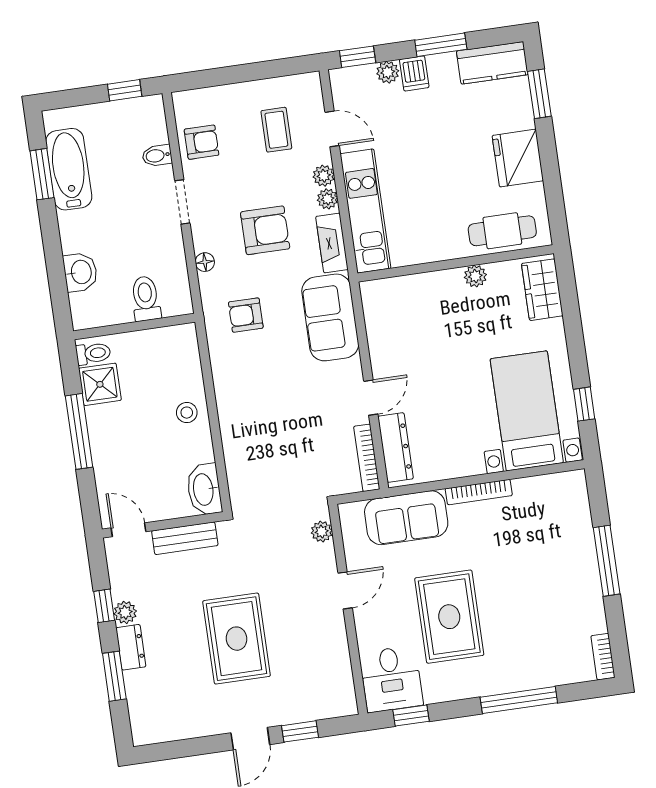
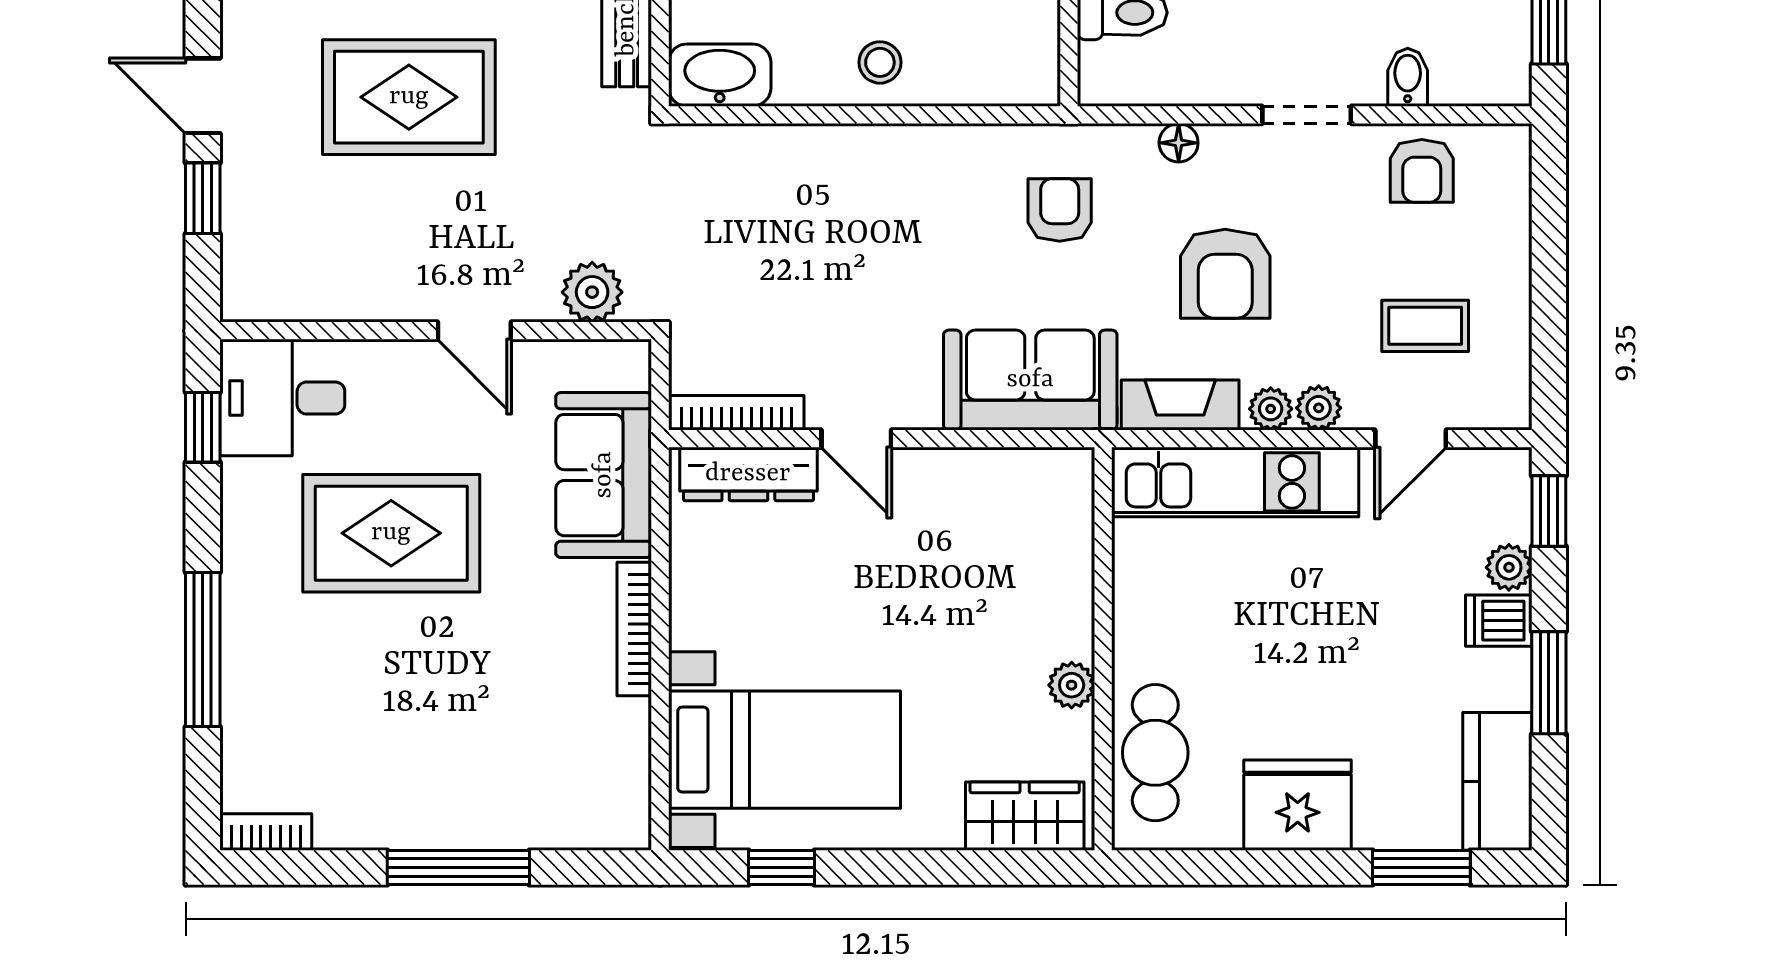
plant: (322, 532) -> (592, 292), width x1.38, depth x1.38

